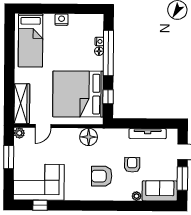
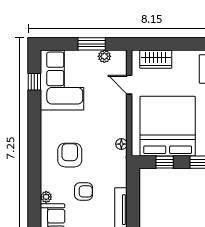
wardrobe: (22, 104) -> (156, 59), width x0.67
plant: (19, 133) -> (104, 56), moved
floor lamp: (89, 137) -> (121, 144), width x0.53, depth x0.53

